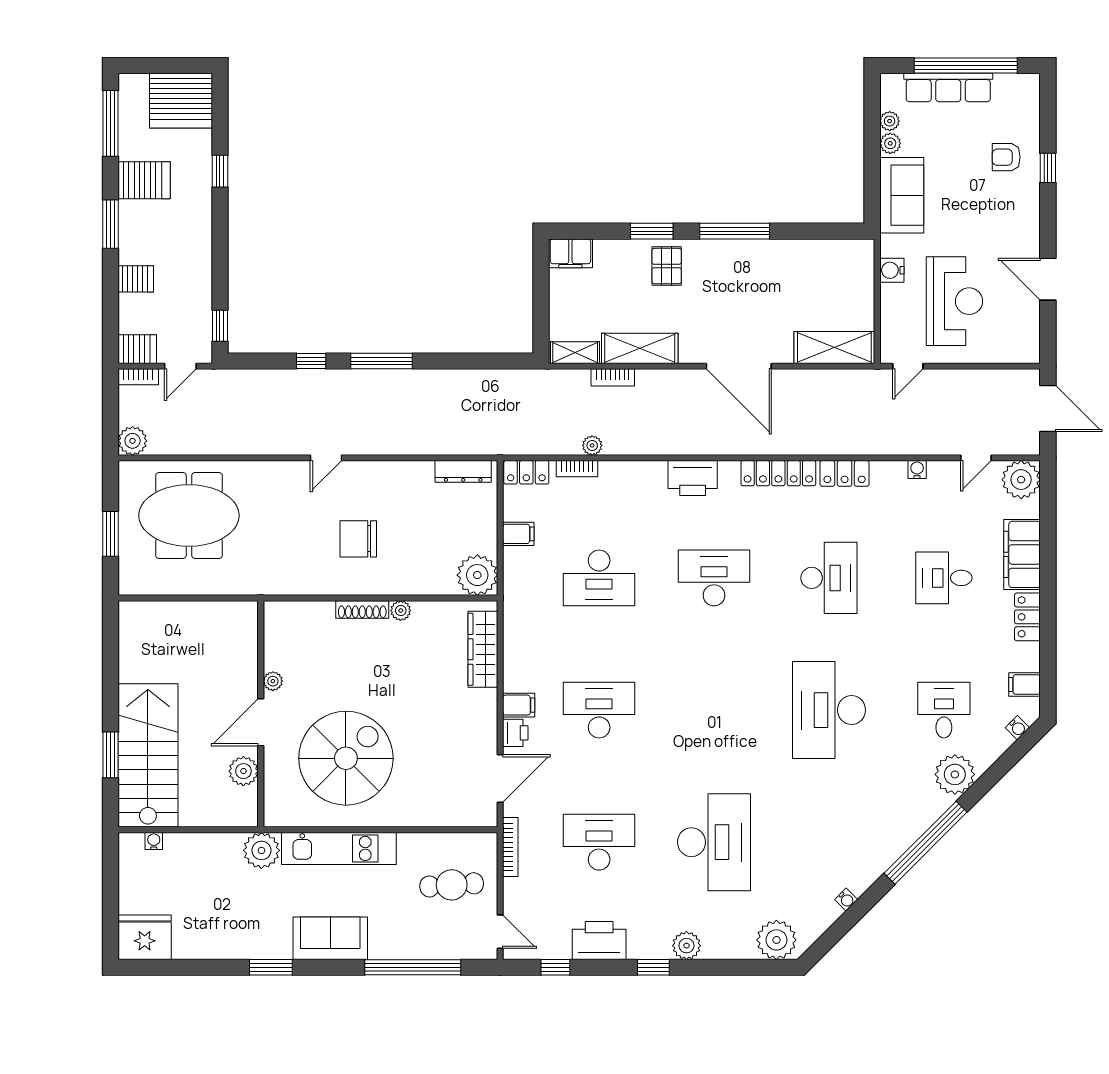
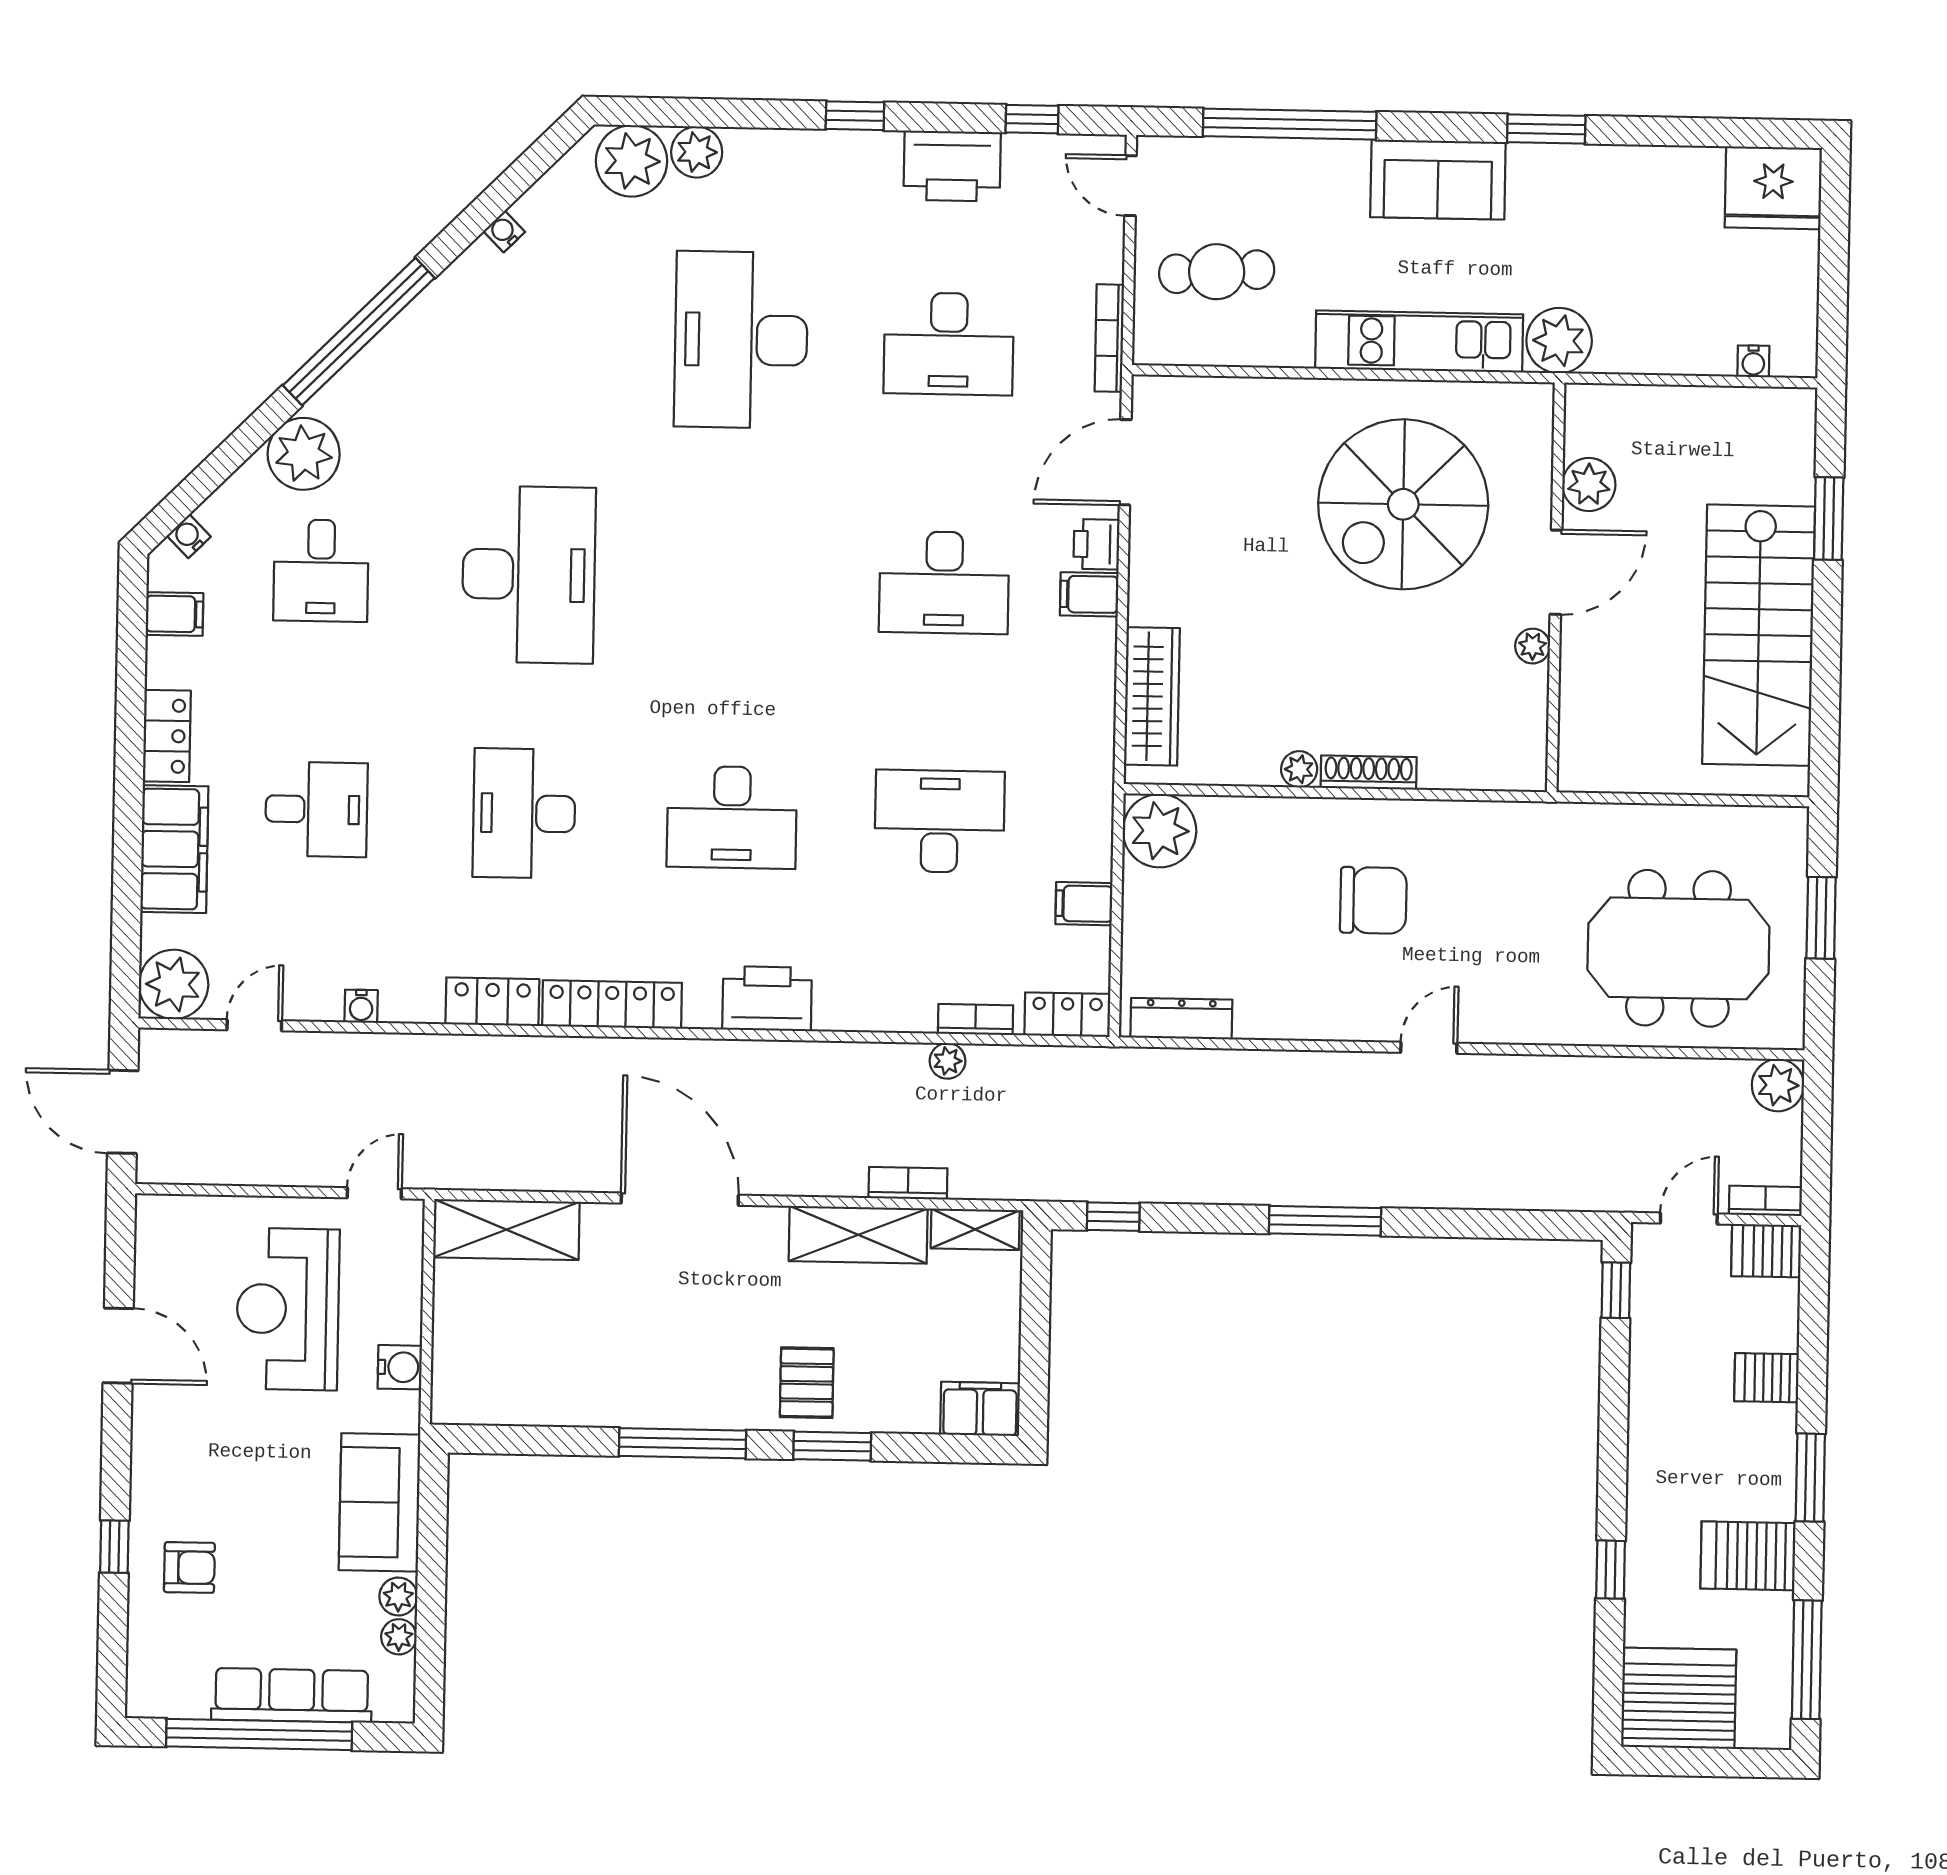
window: (311, 361) -> (1113, 1217), moved
stairs: (148, 755) -> (1759, 635), moved
plant: (686, 946) -> (697, 152), moved

